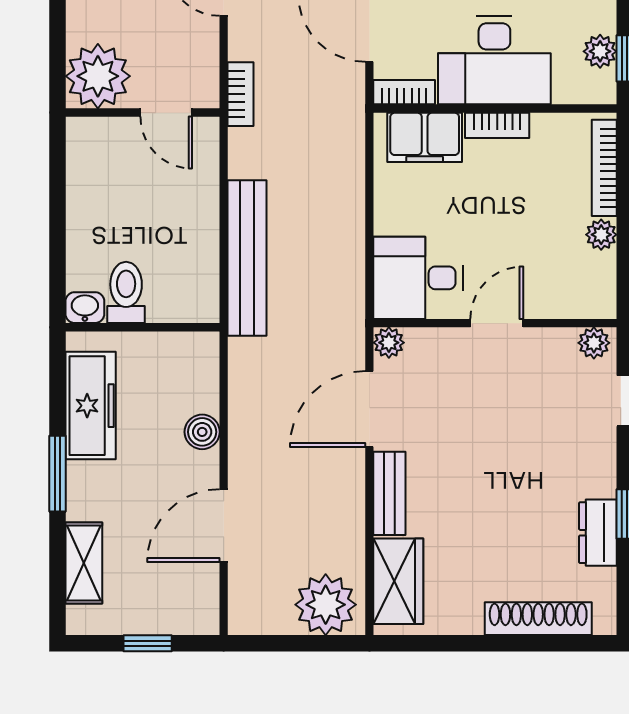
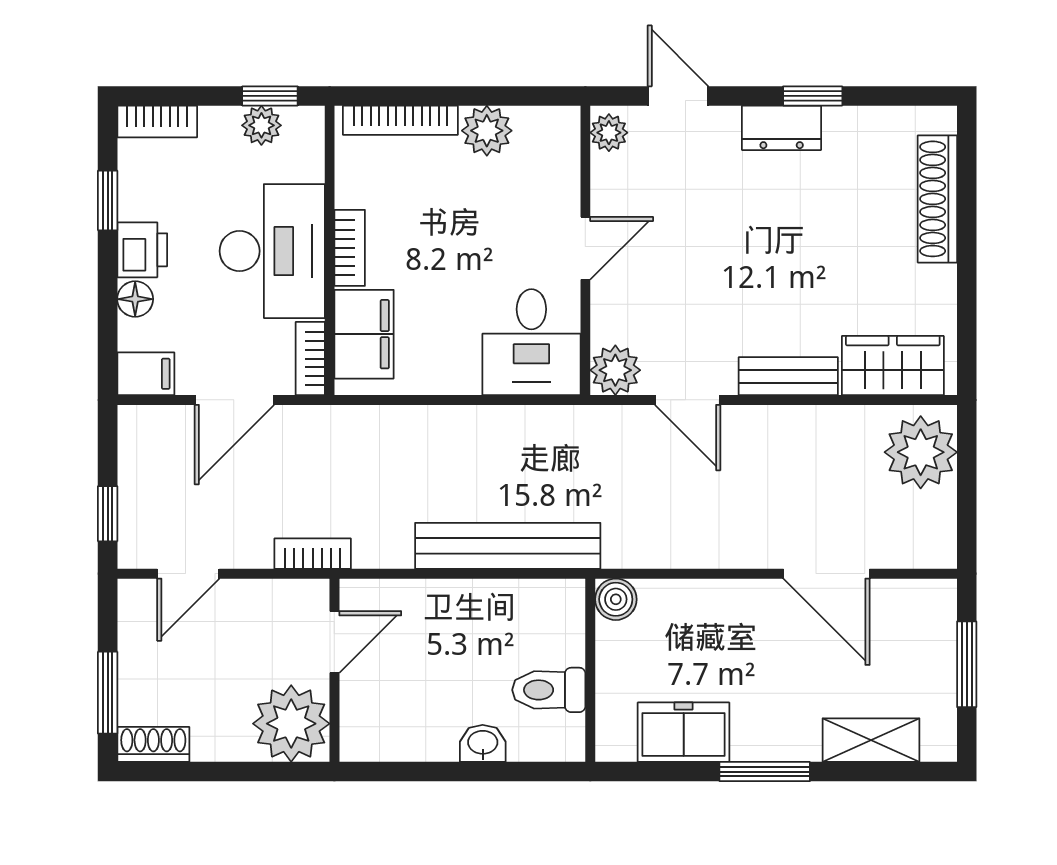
plant: (601, 235) -> (487, 131), width x1.38, depth x1.38
washbasin: (85, 308) -> (483, 743), moved, turned 90
door: (497, 323) -> (585, 248), swing flipped
plant: (389, 343) -> (615, 370), width x1.38, depth x1.38
freezer: (91, 406) -> (684, 732), width x0.71
door: (369, 409) -> (688, 400), width x0.73
boiler: (202, 432) -> (616, 599), moved
dresser: (598, 533) -> (782, 128), moved
window: (148, 643) -> (967, 664), width x1.50

